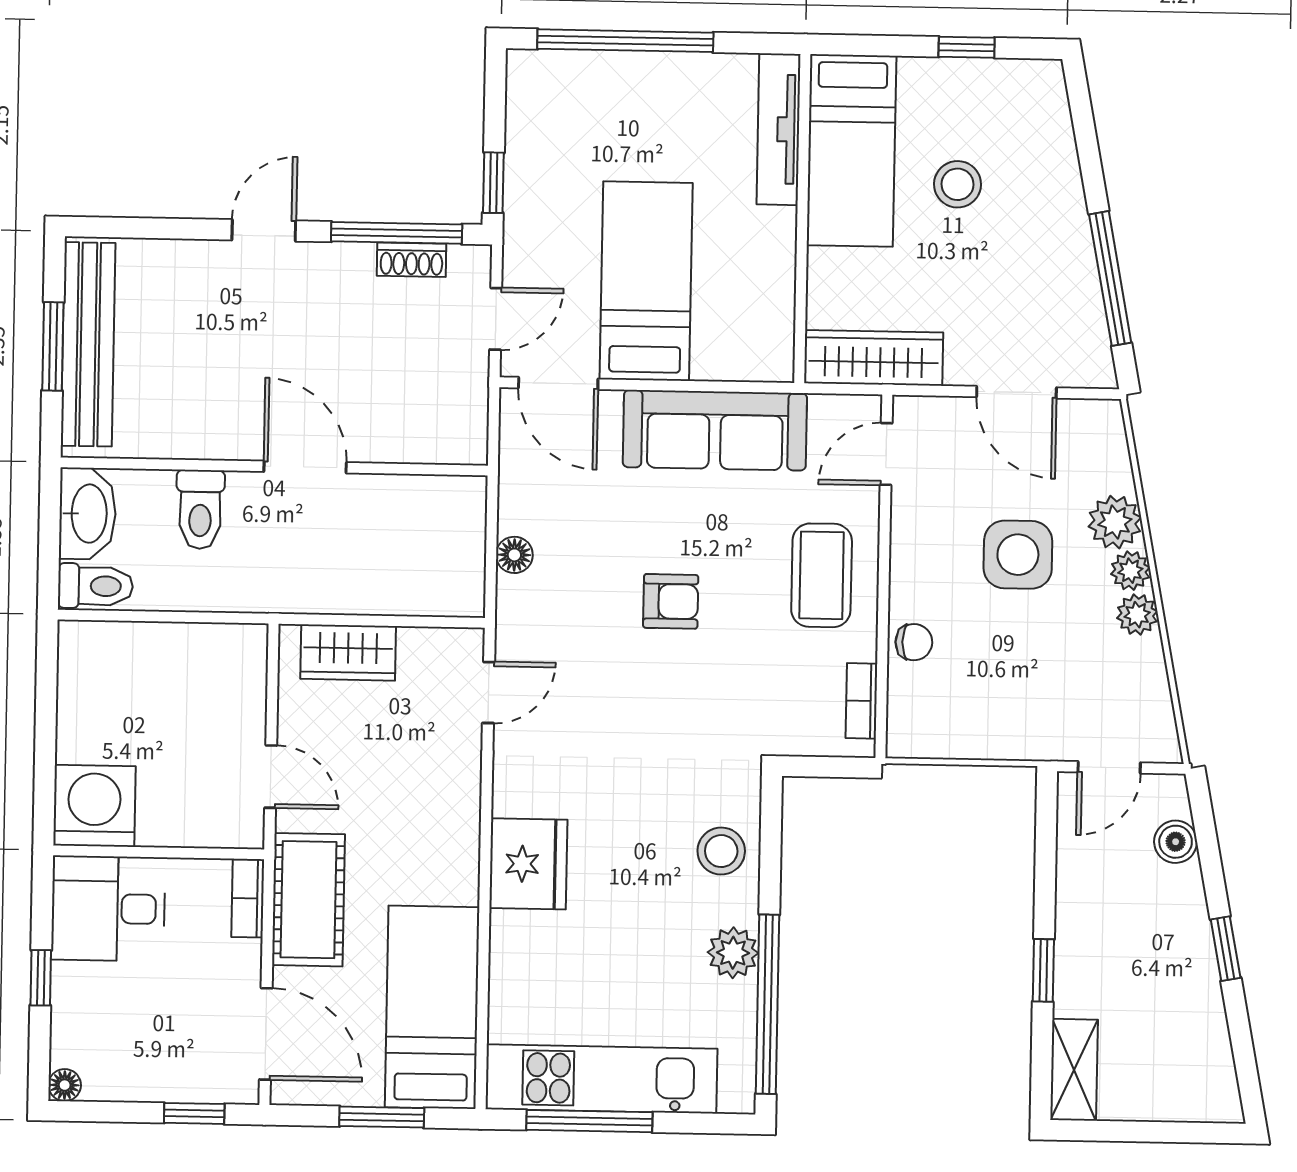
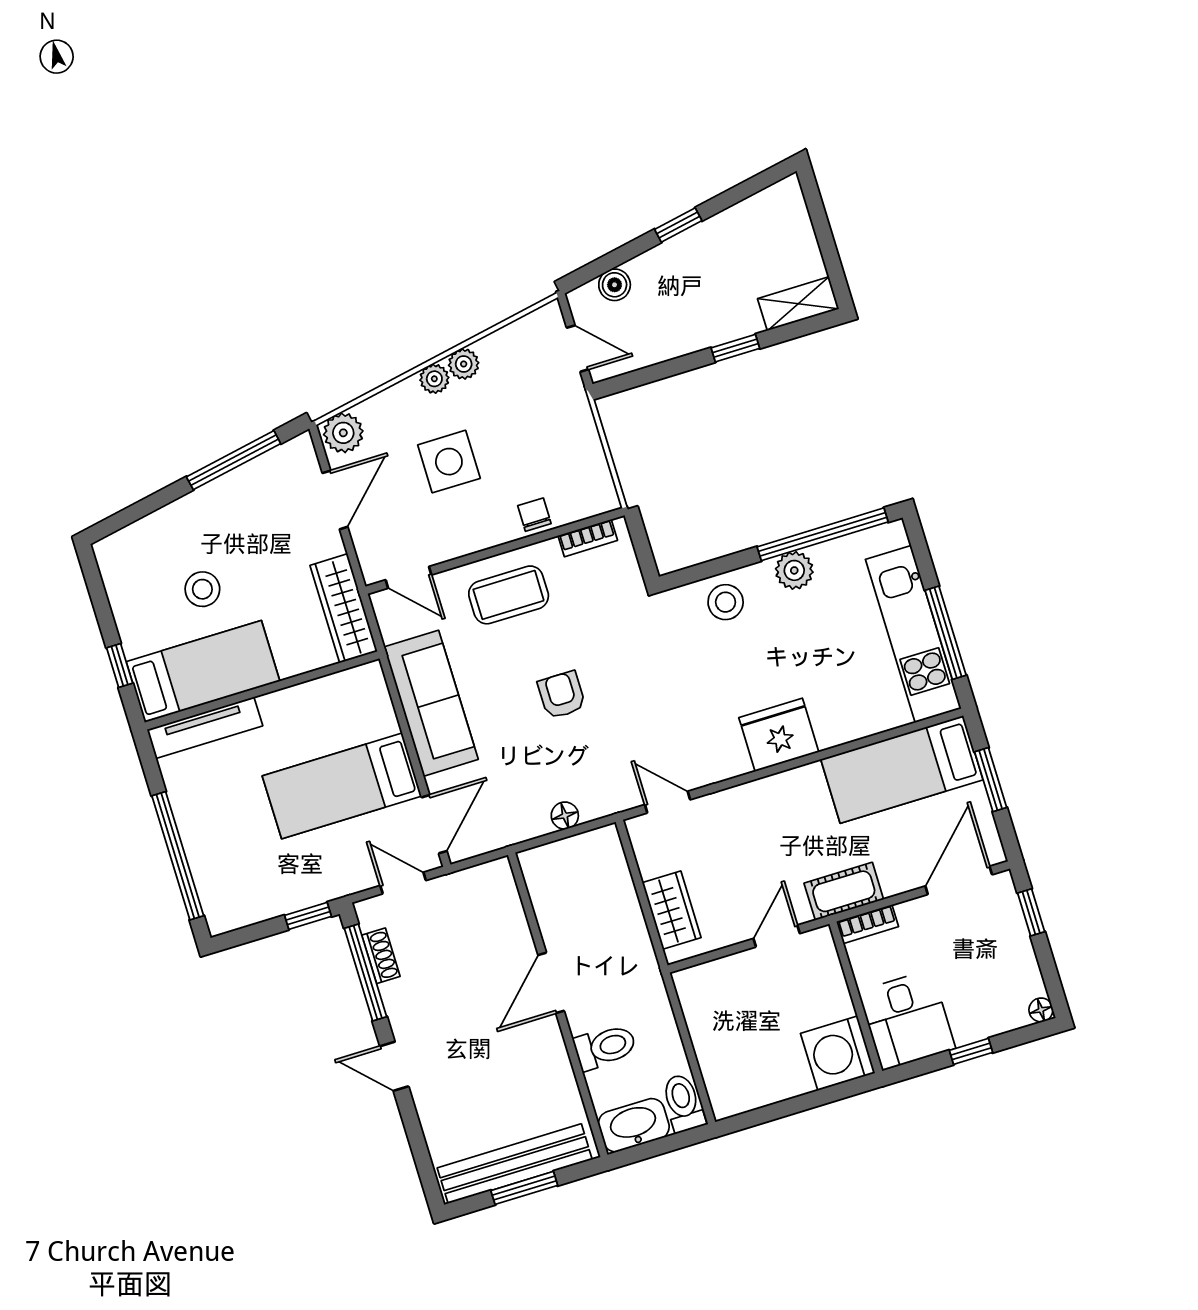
window: (967, 47) -> (120, 666), moved
plant: (1115, 522) -> (343, 433), moved
cot: (308, 900) -> (844, 891), width x0.73, depth x0.75

